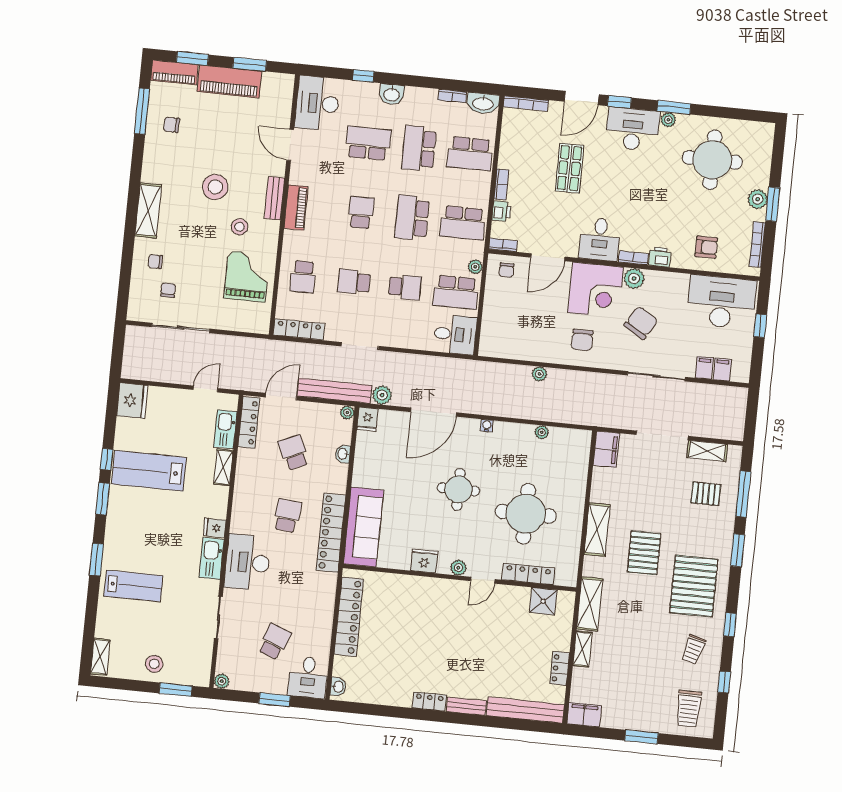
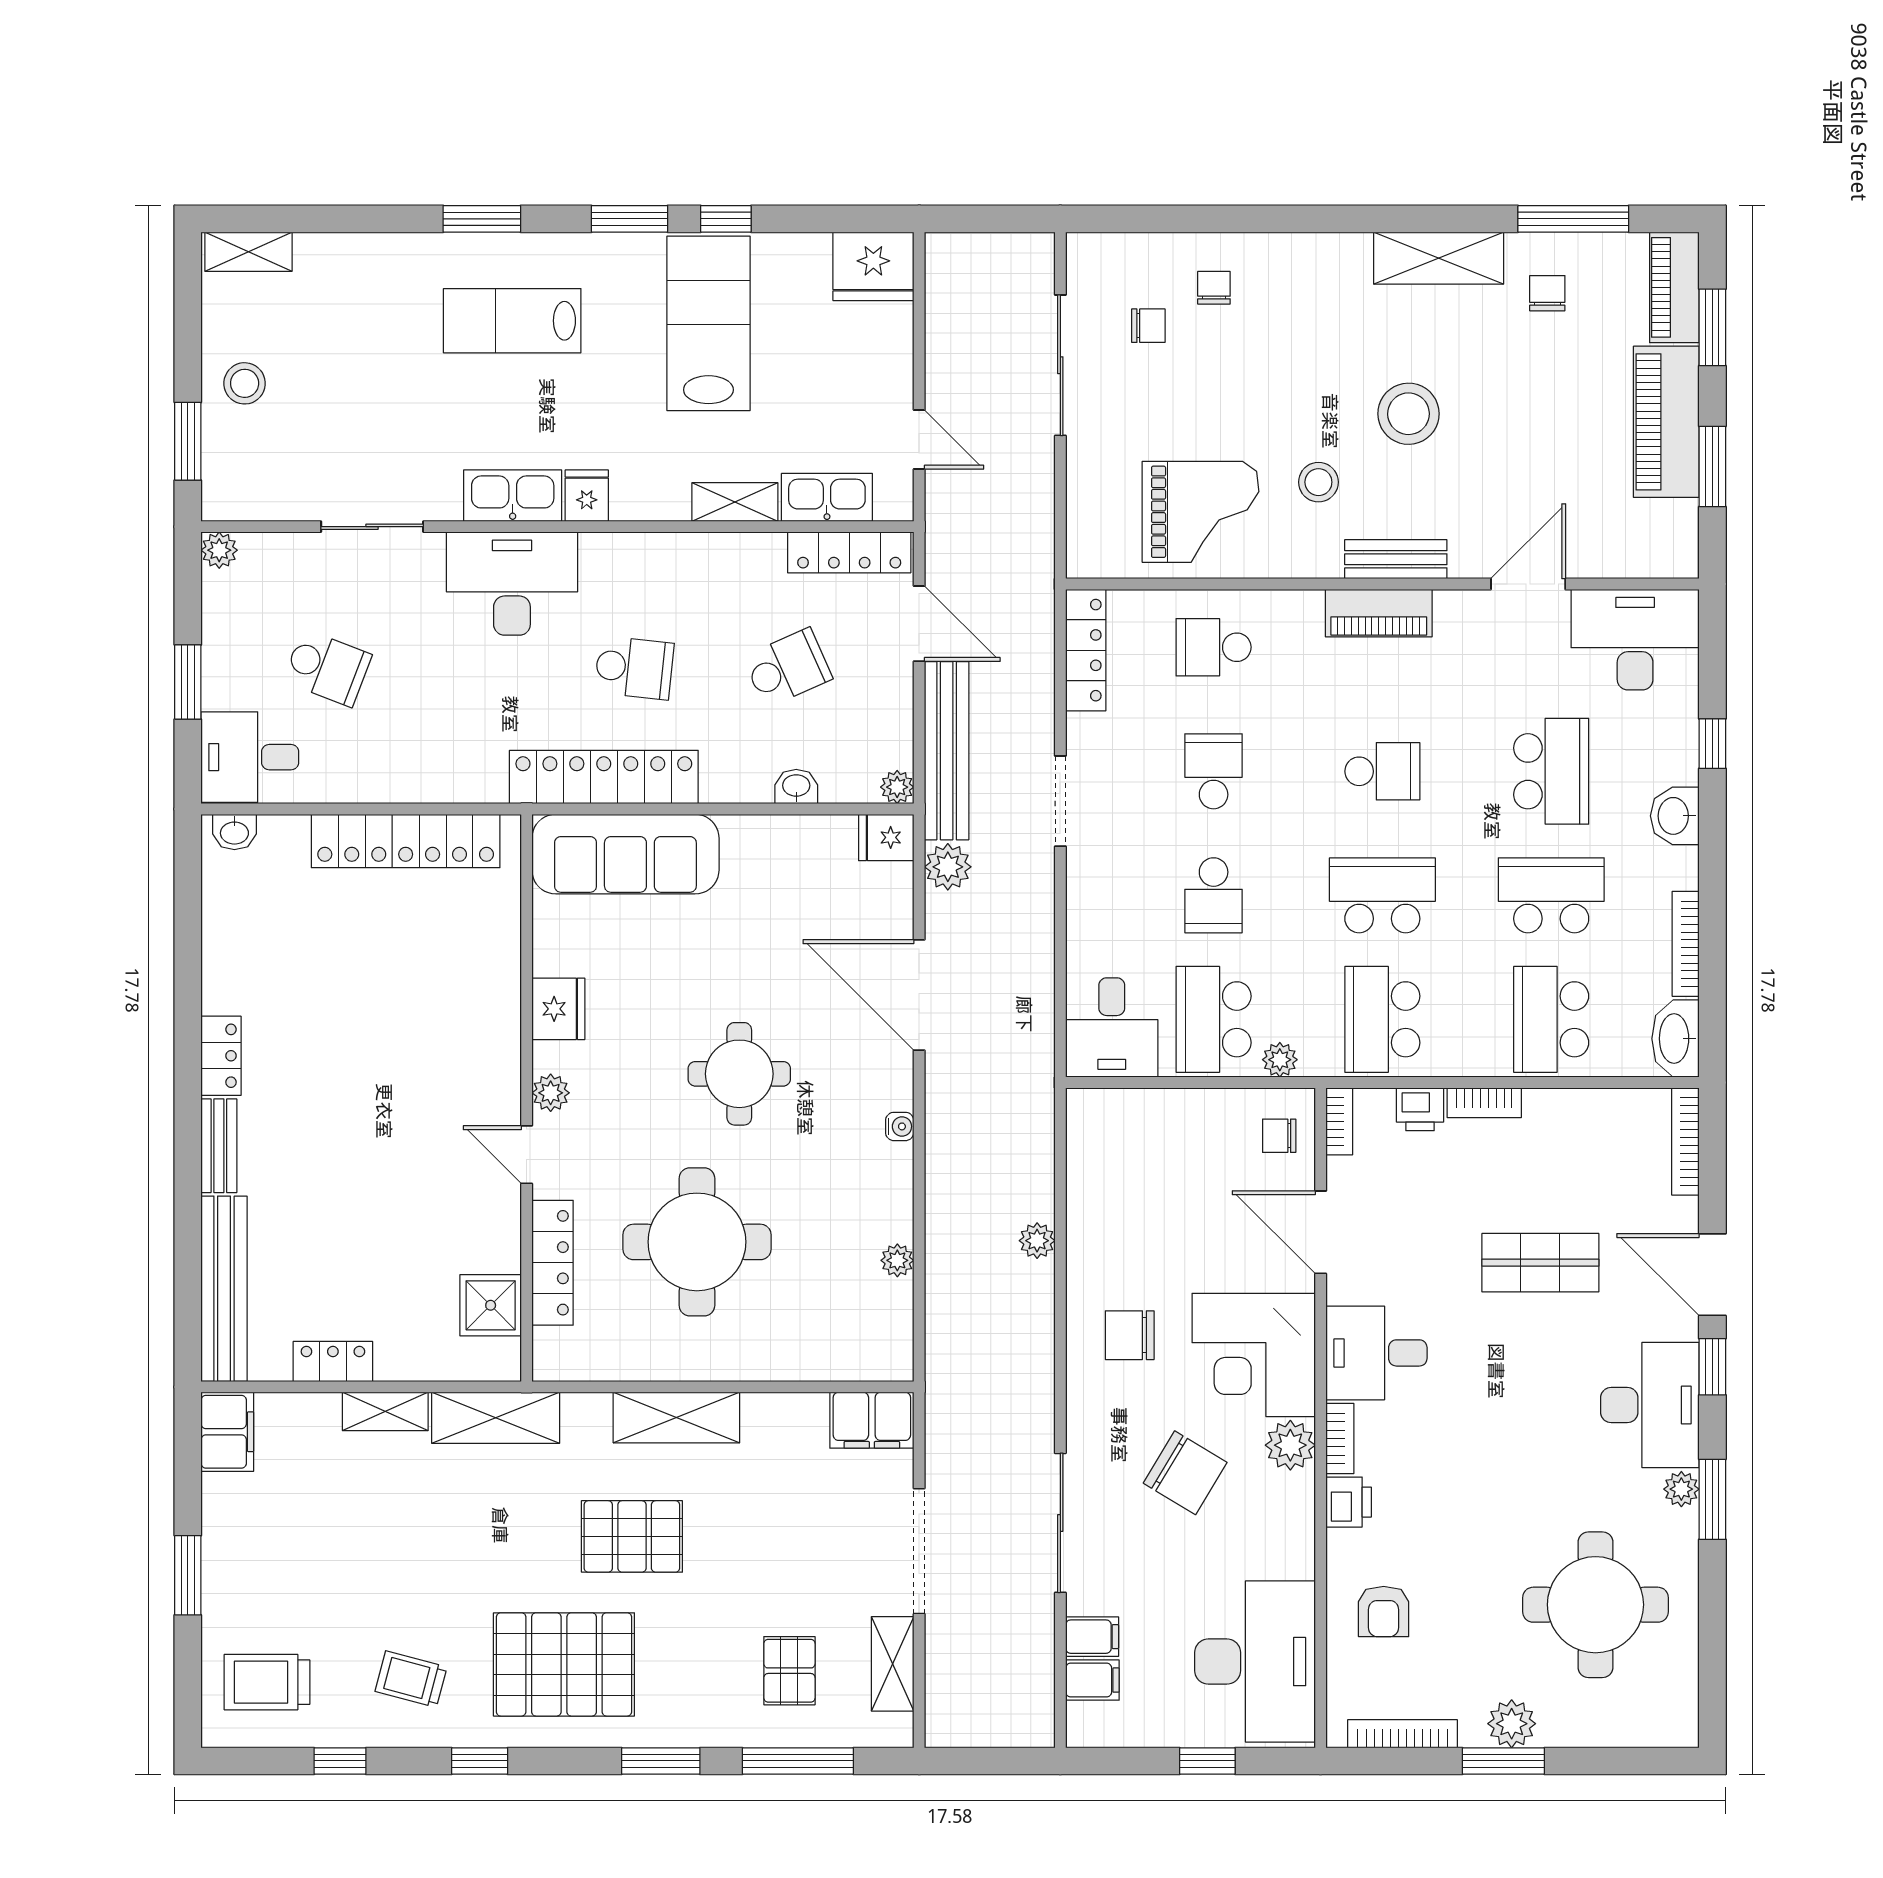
bookcase: (452, 96) -> (1686, 944), width x1.56
shelving: (148, 211) -> (1439, 258), moved
lab bench: (133, 586) -> (512, 321), moved, turned 90

